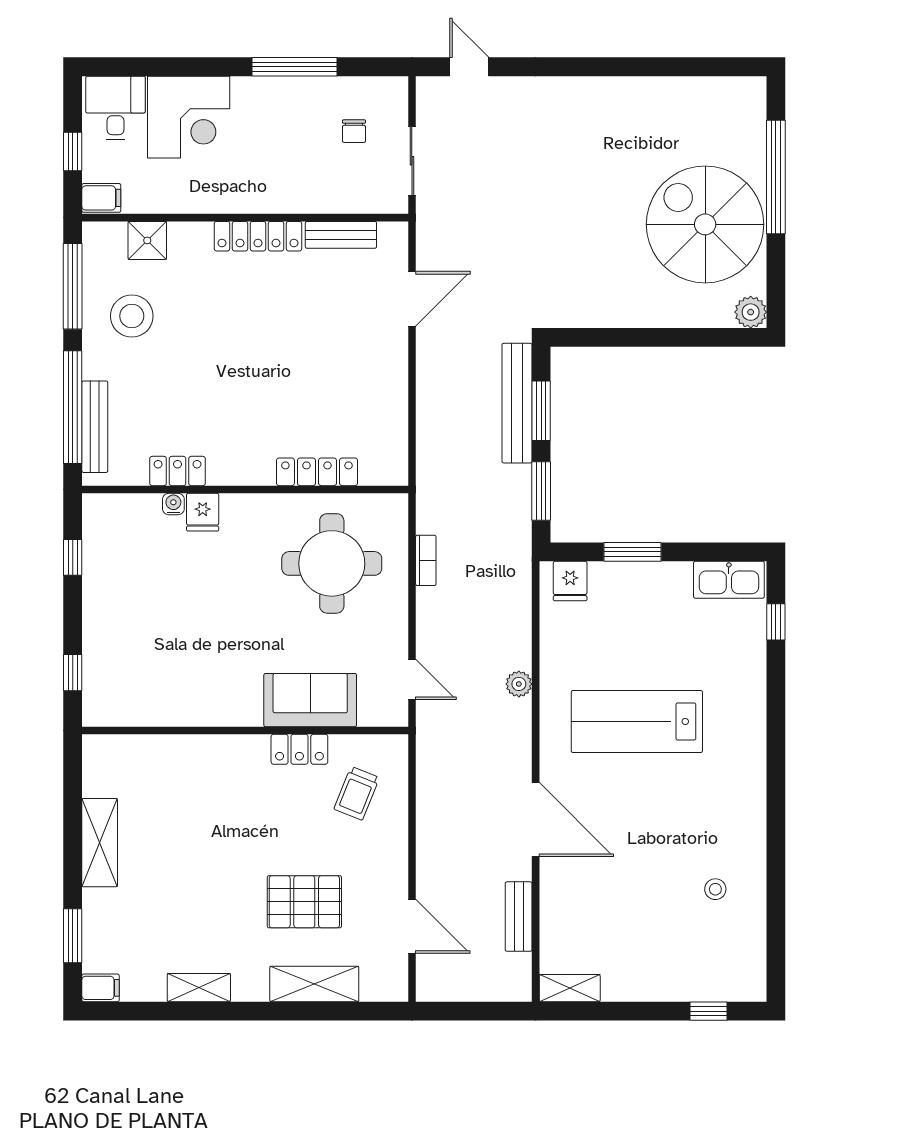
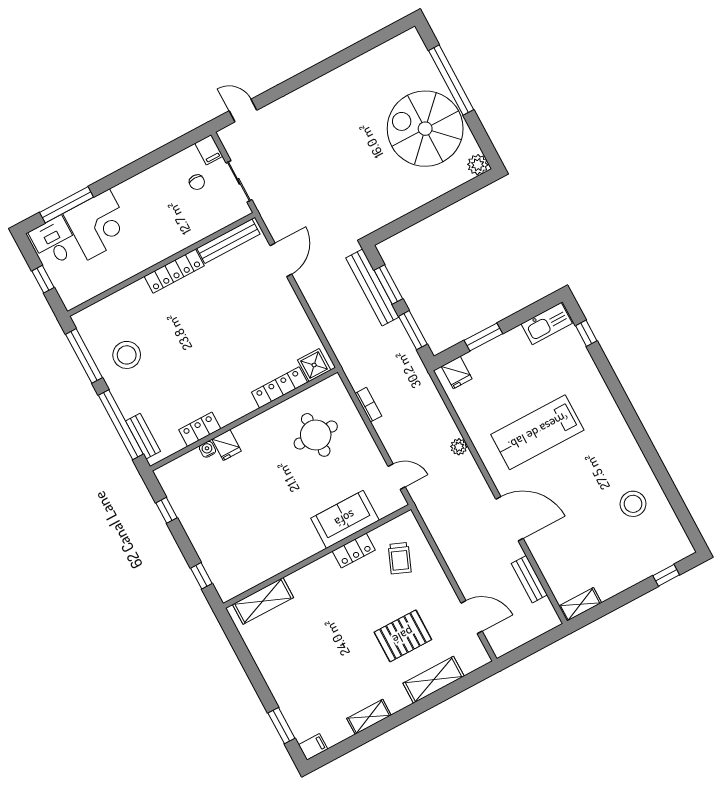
window: (295, 67) -> (67, 205), moved
filing cabinet: (101, 198) -> (209, 150), moved, turned 90
bench: (341, 235) -> (228, 241), width x1.36
shower: (147, 240) -> (314, 365), moved
bench: (95, 427) -> (143, 436), width x0.73
round table: (332, 563) -> (316, 435), width x0.73, depth x0.73
shelving: (100, 843) -> (263, 601), moved, turned 90
stool: (715, 889) -> (633, 504), width x1.89, depth x1.89

